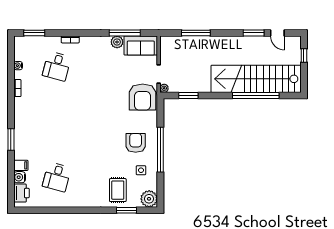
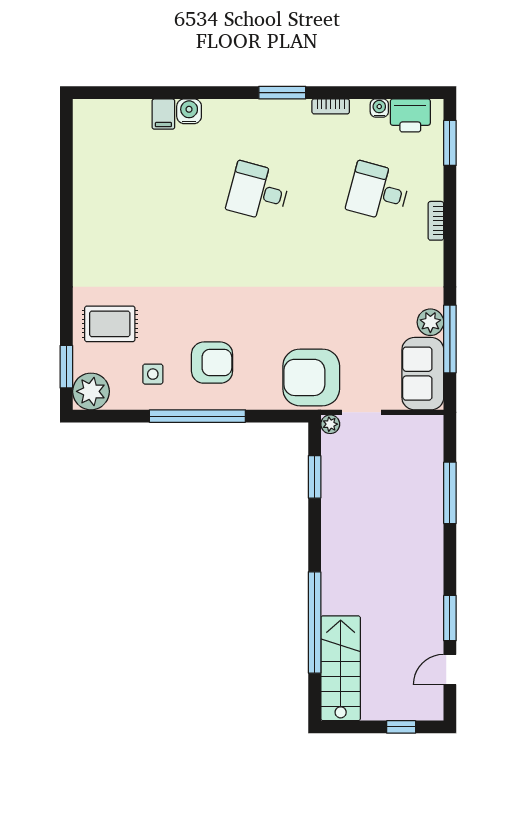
stairs: (256, 79) -> (341, 668), width x0.54, depth x0.66
window: (11, 140) -> (282, 93), moved
water cooler: (20, 177) -> (189, 111), moved
desk: (57, 177) -> (258, 192), moved
printer: (21, 193) -> (410, 115), moved
window: (126, 210) -> (66, 367), moved

